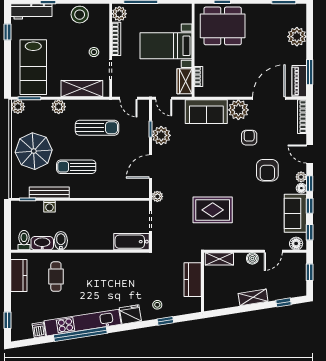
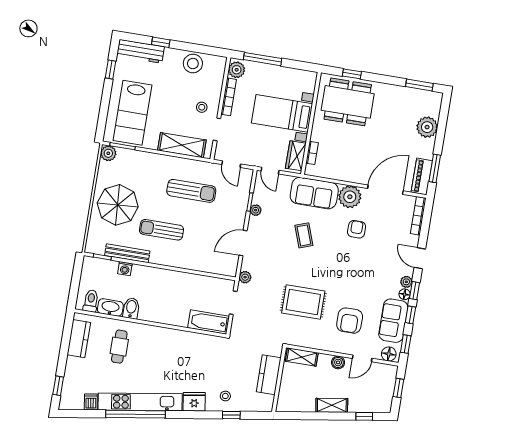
plant: (59, 107) -> (153, 161), removed
plant: (161, 135) -> (256, 210), width x0.53, depth x0.53
coffee table: (203, 151) -> (304, 235), added
armchair: (267, 170) -> (350, 321), moved

